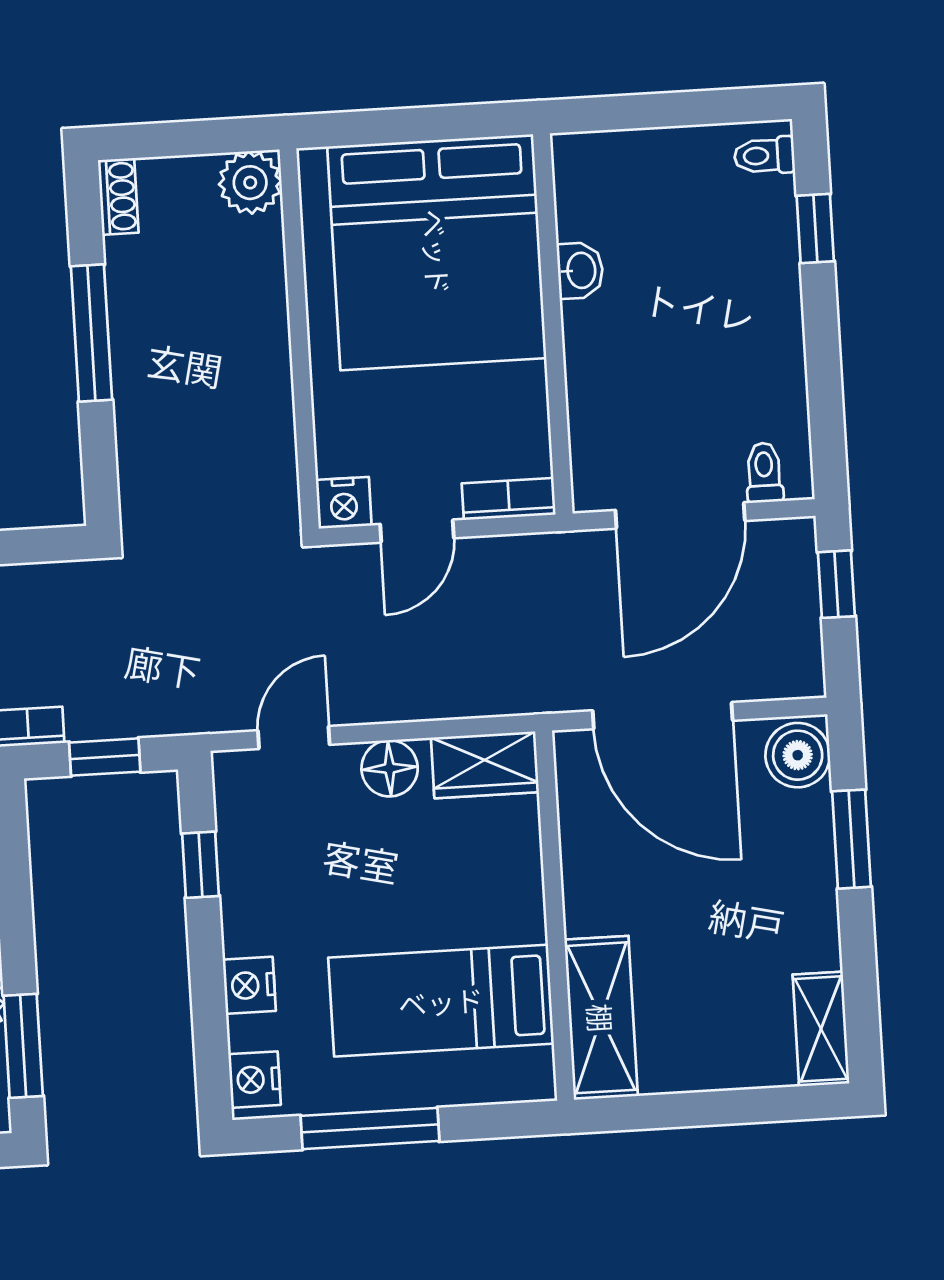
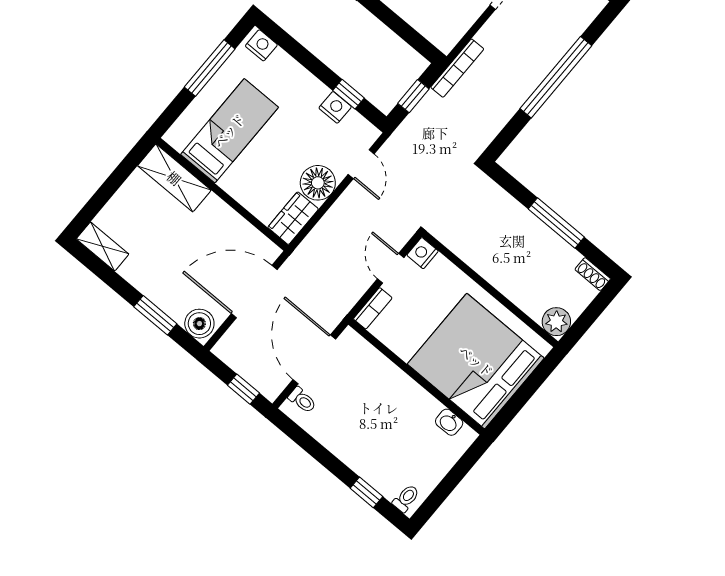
washbasin: (580, 270) -> (449, 422), moved
floor lamp: (390, 768) -> (318, 183), width x1.38, depth x1.38
nightstand: (249, 985) -> (335, 107), moved

